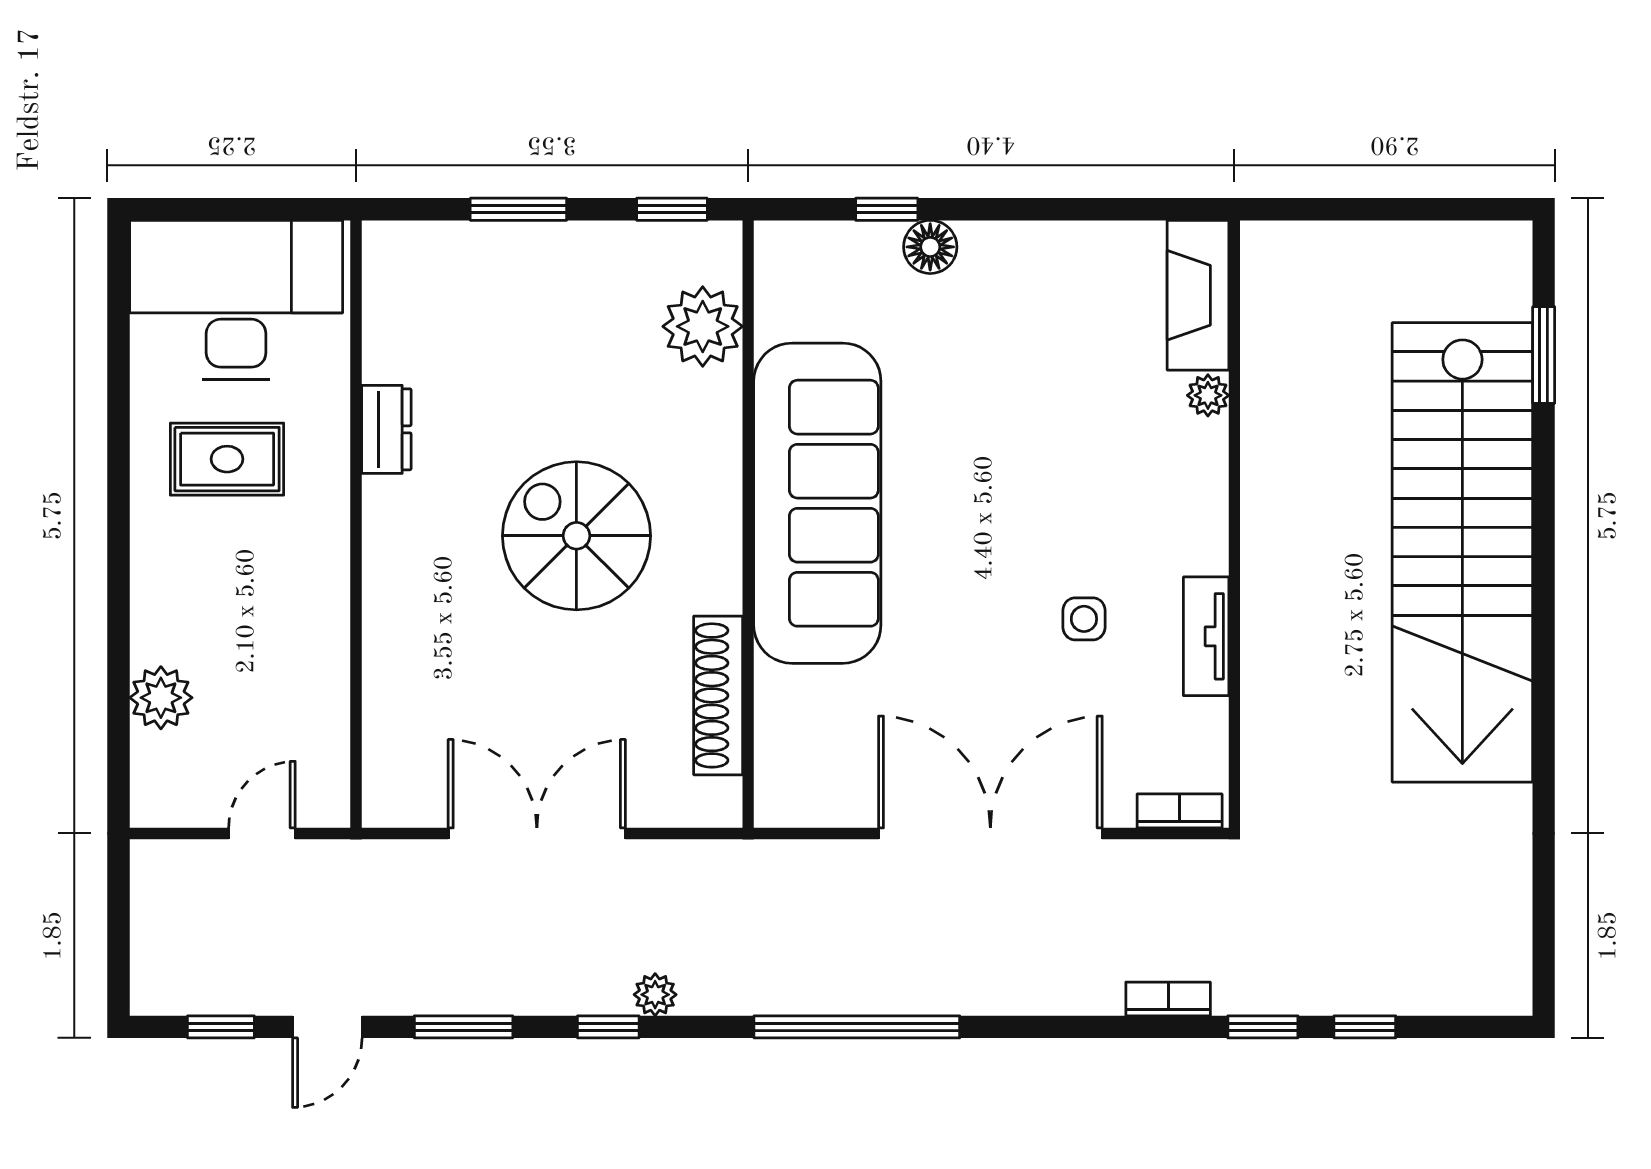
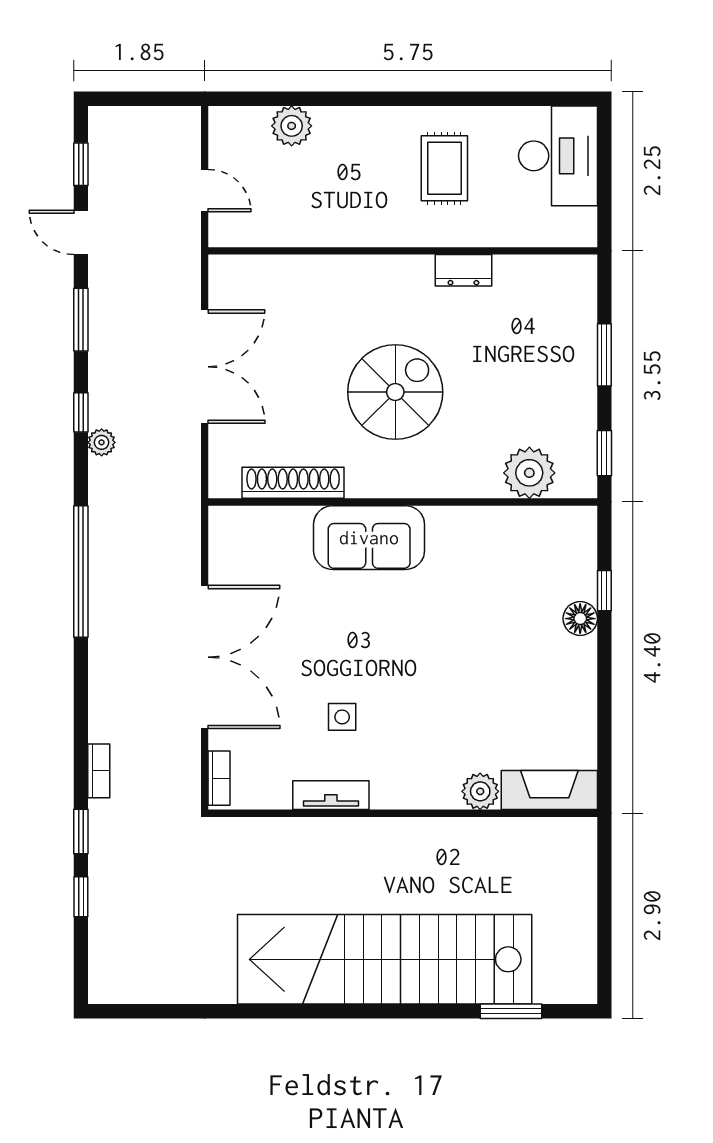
desk: (236, 300) -> (558, 156), width x0.73, depth x0.77
plant: (1208, 395) -> (480, 791), width x1.38, depth x1.38
sofa: (817, 503) -> (369, 538), width x0.54, depth x0.79

